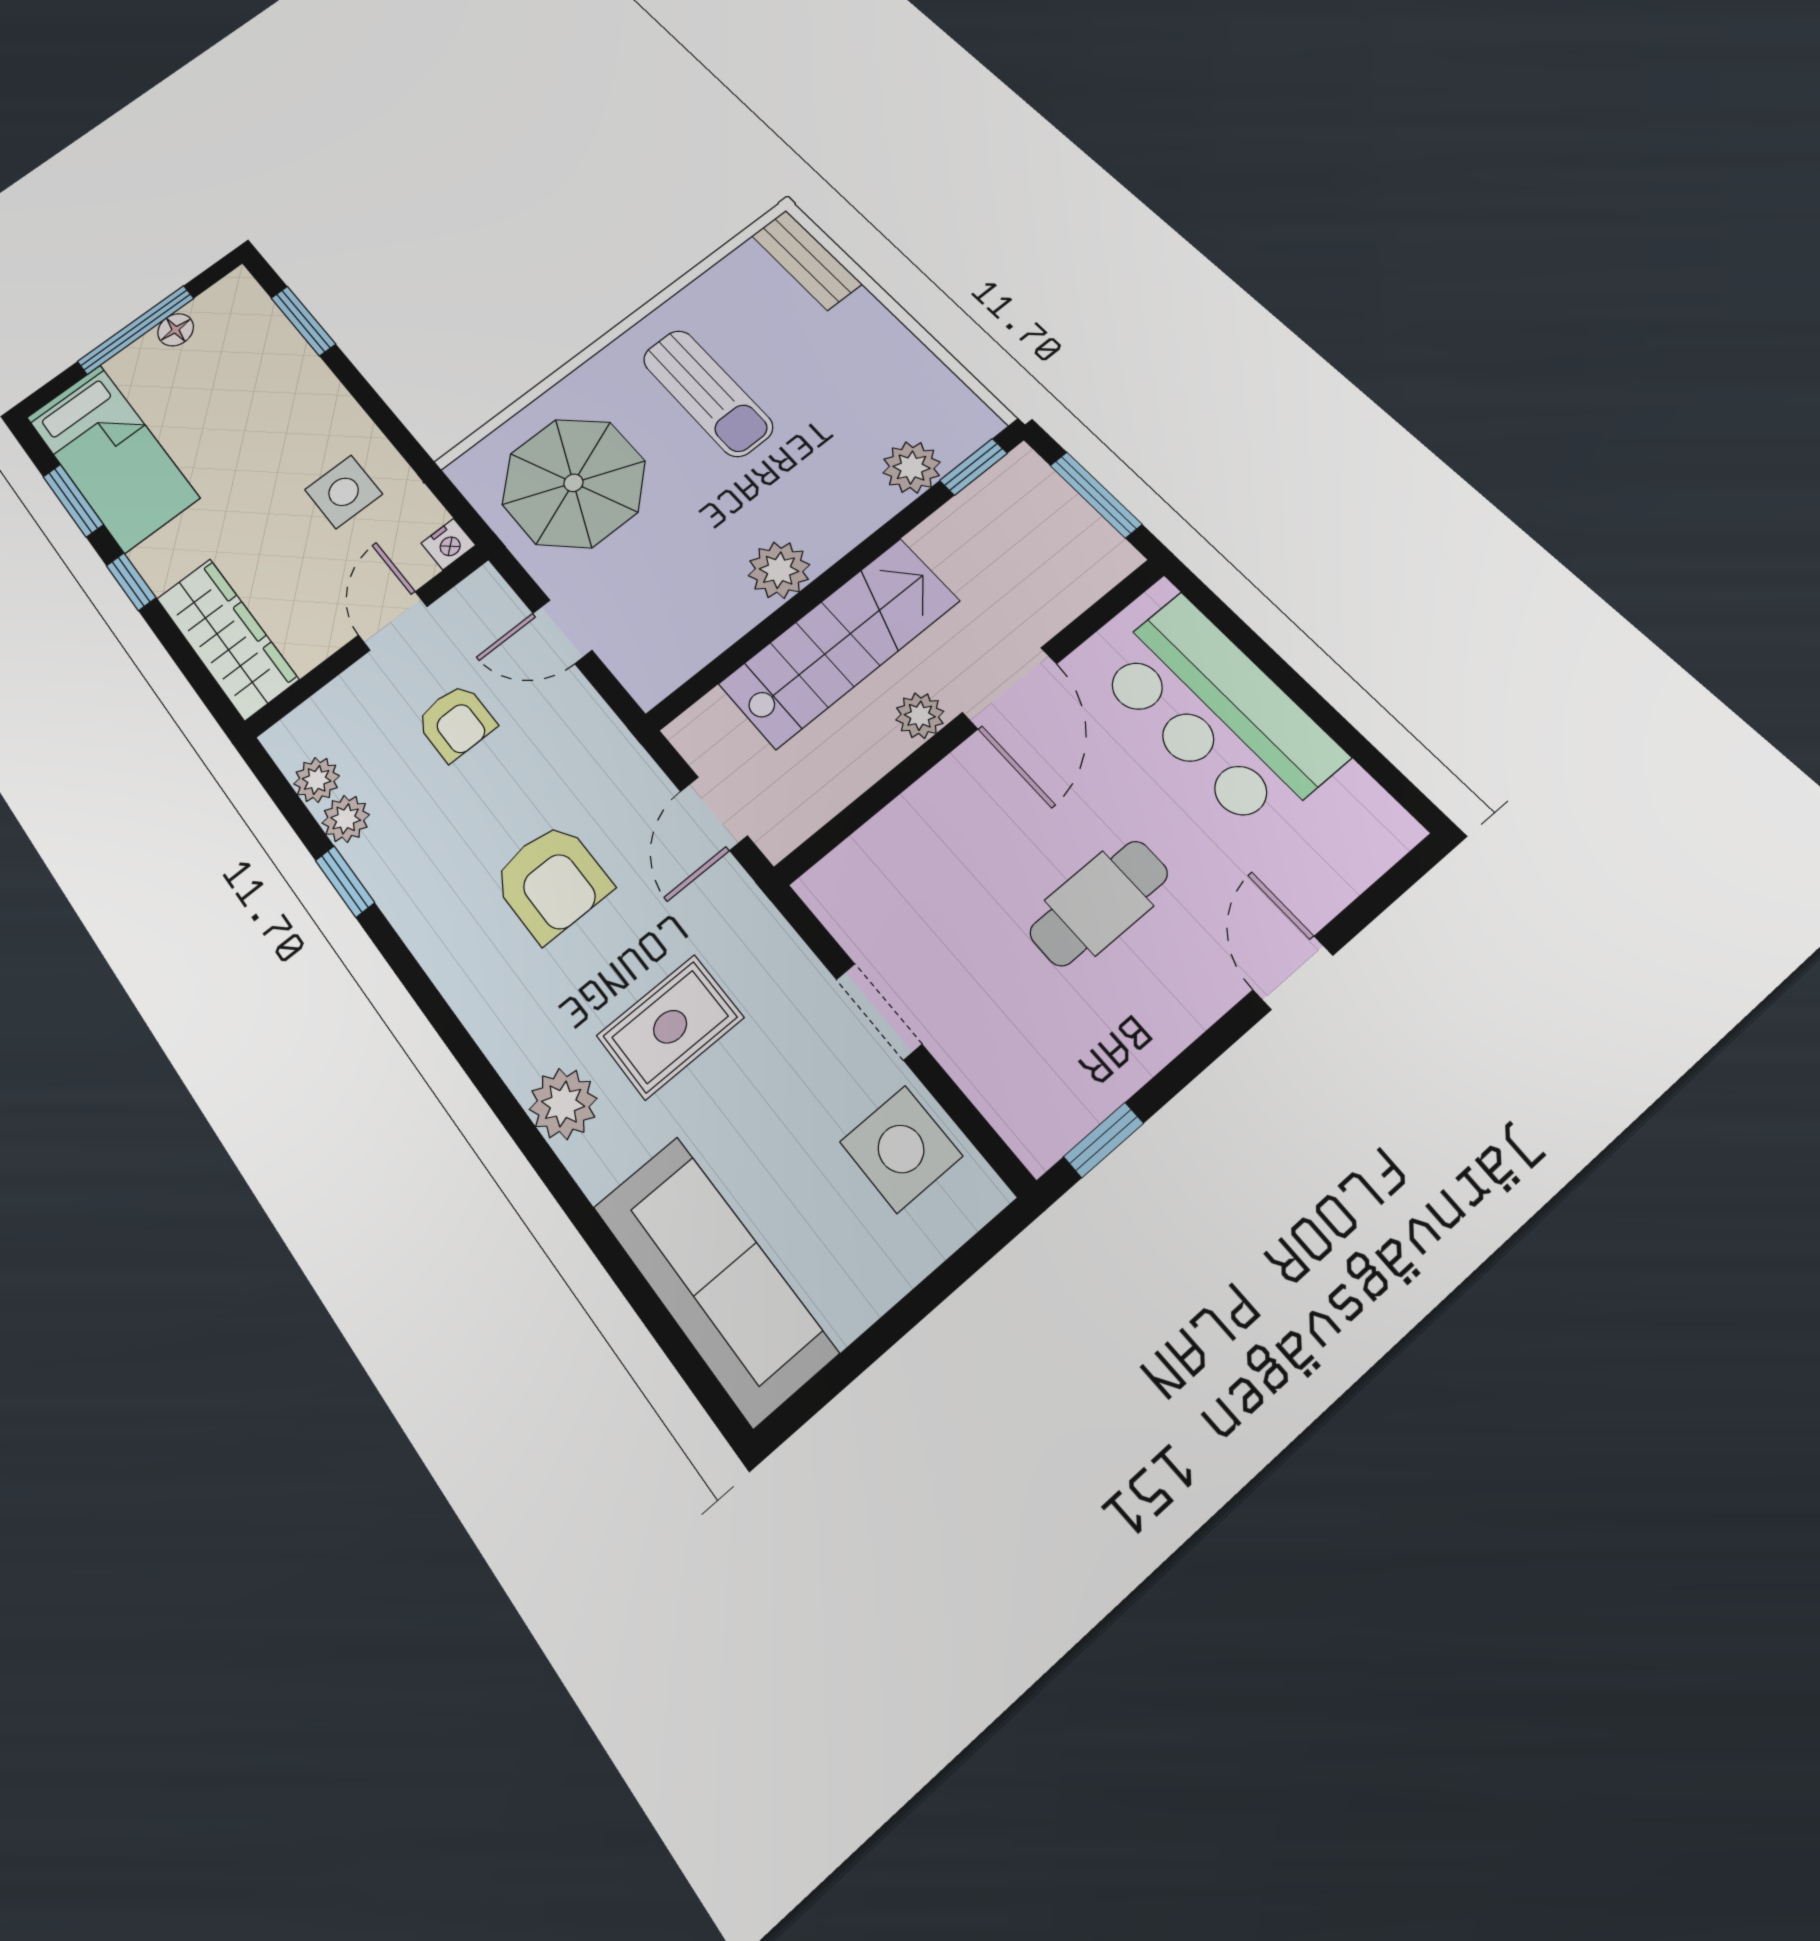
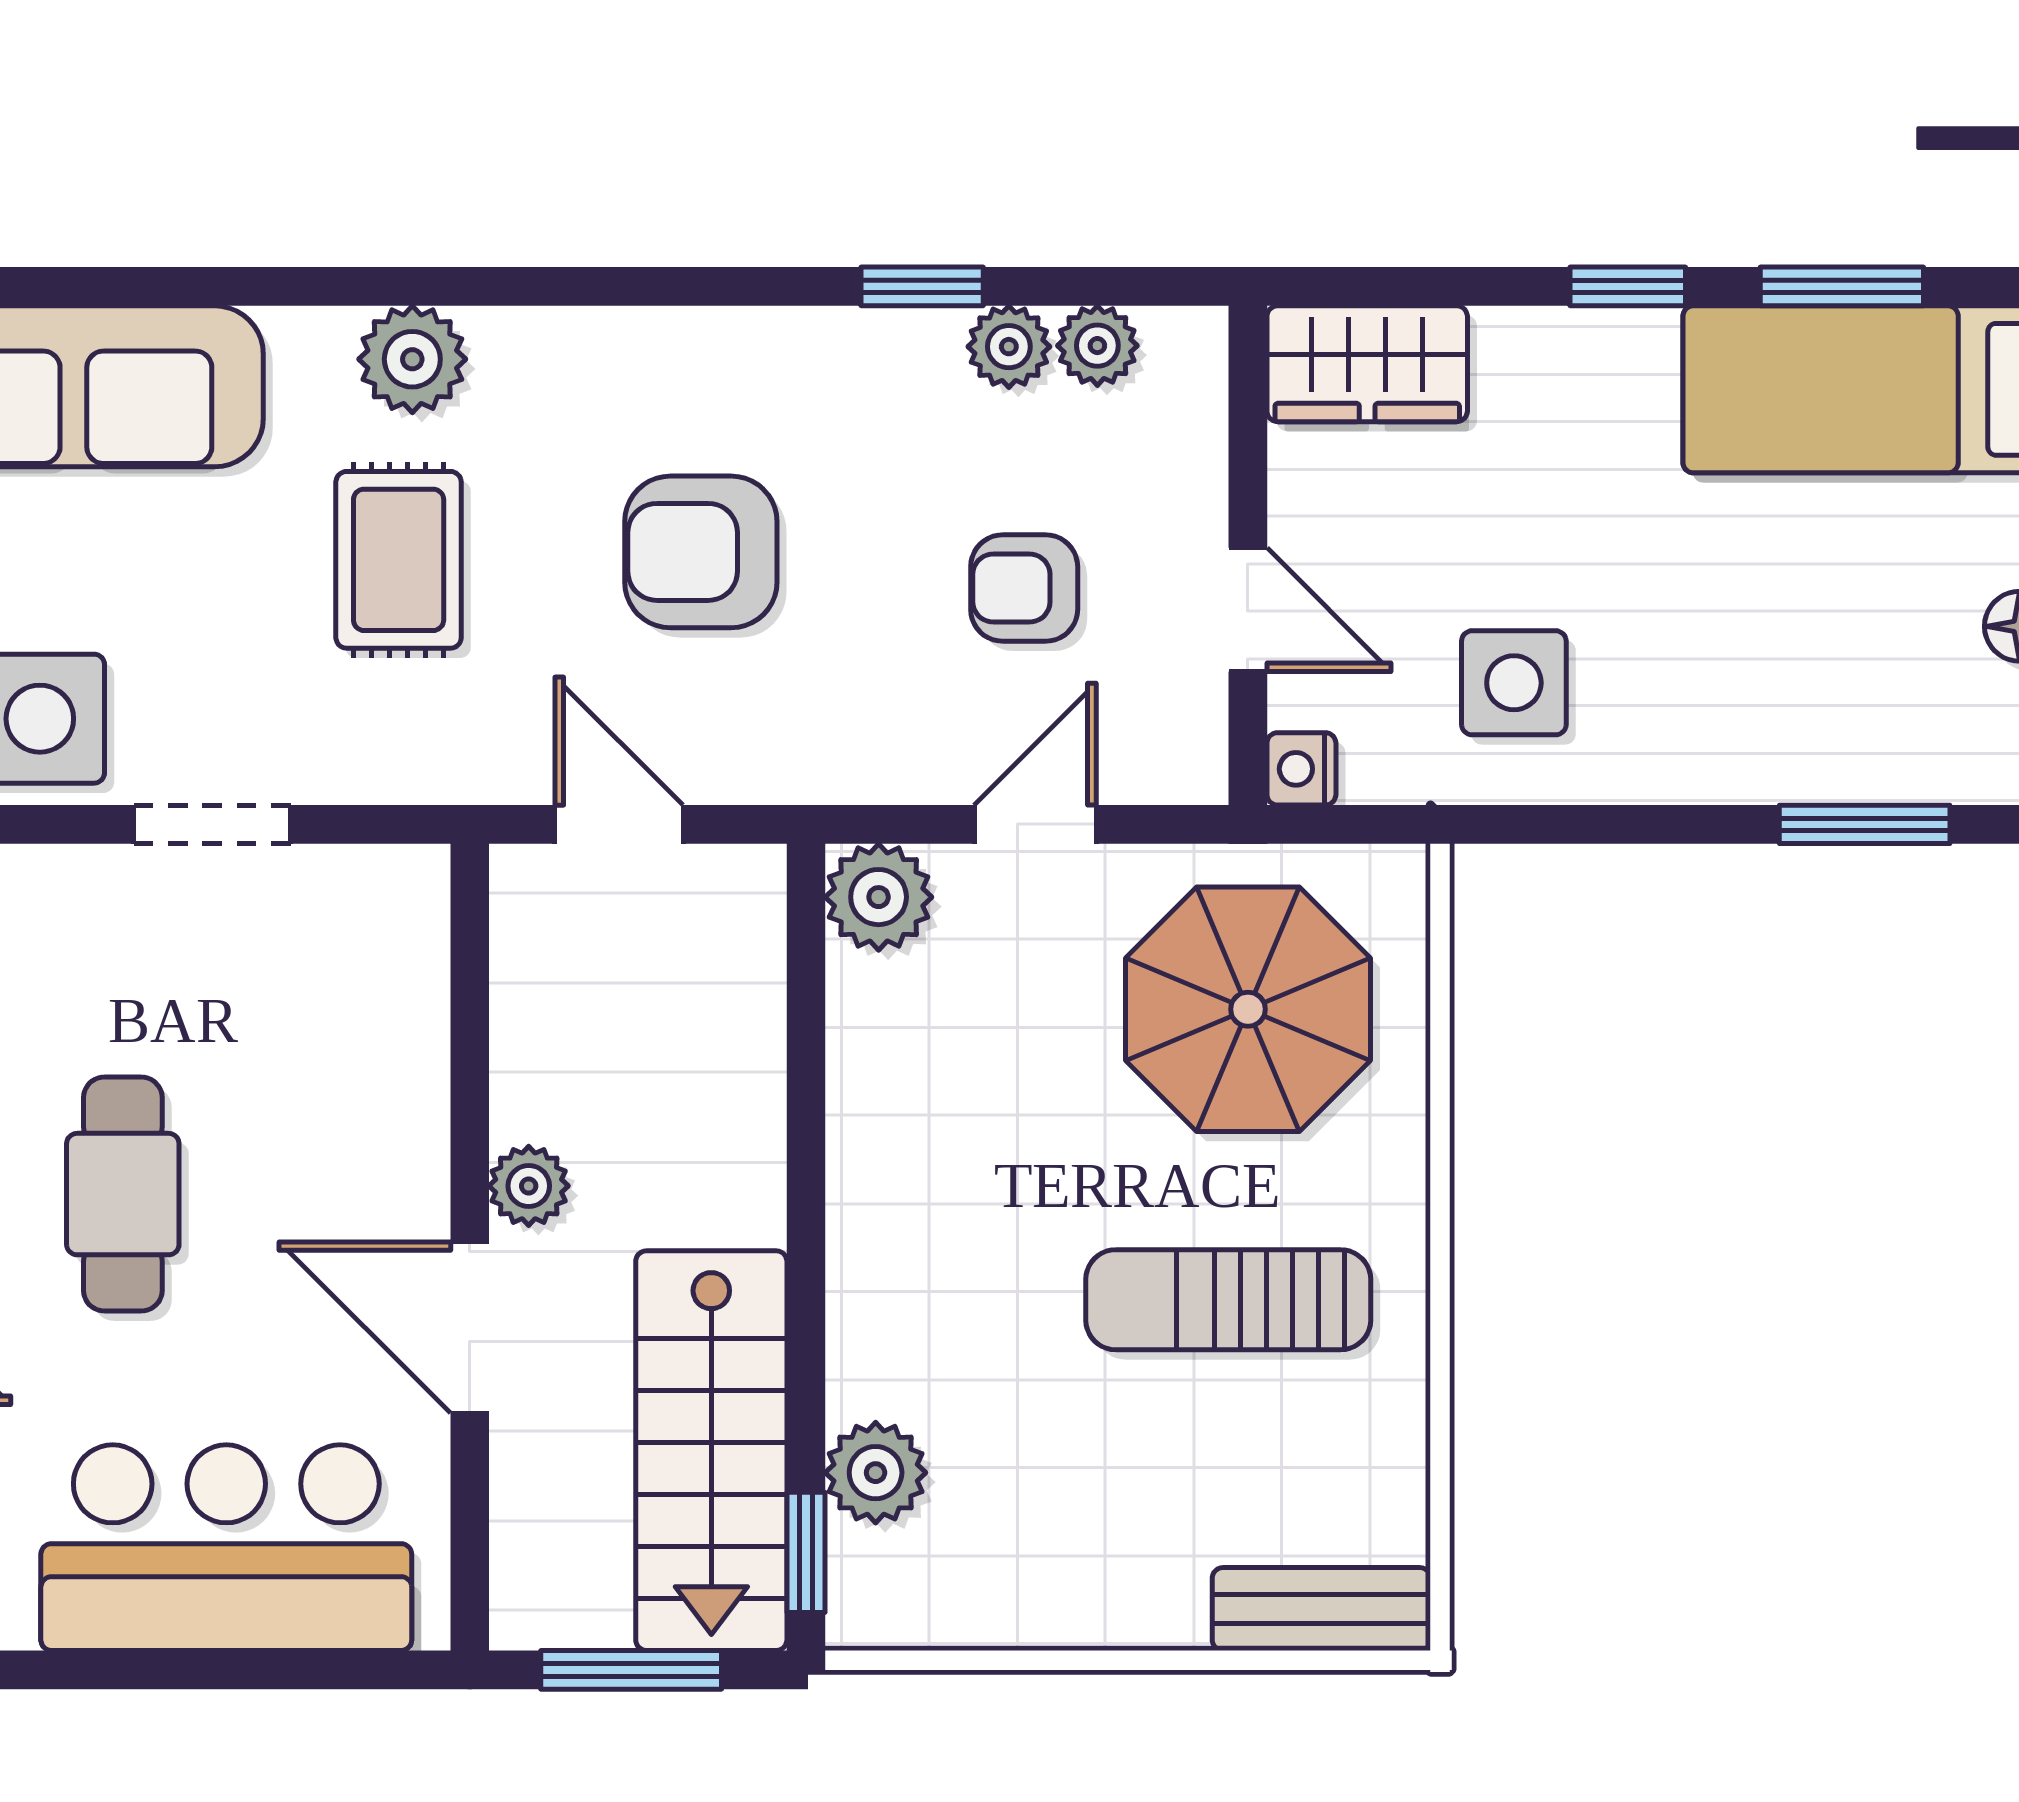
plant: (779, 570) -> (879, 897), moved
wardrobe: (227, 639) -> (1367, 364), width x0.67
stairs: (839, 642) -> (711, 1451), moved

